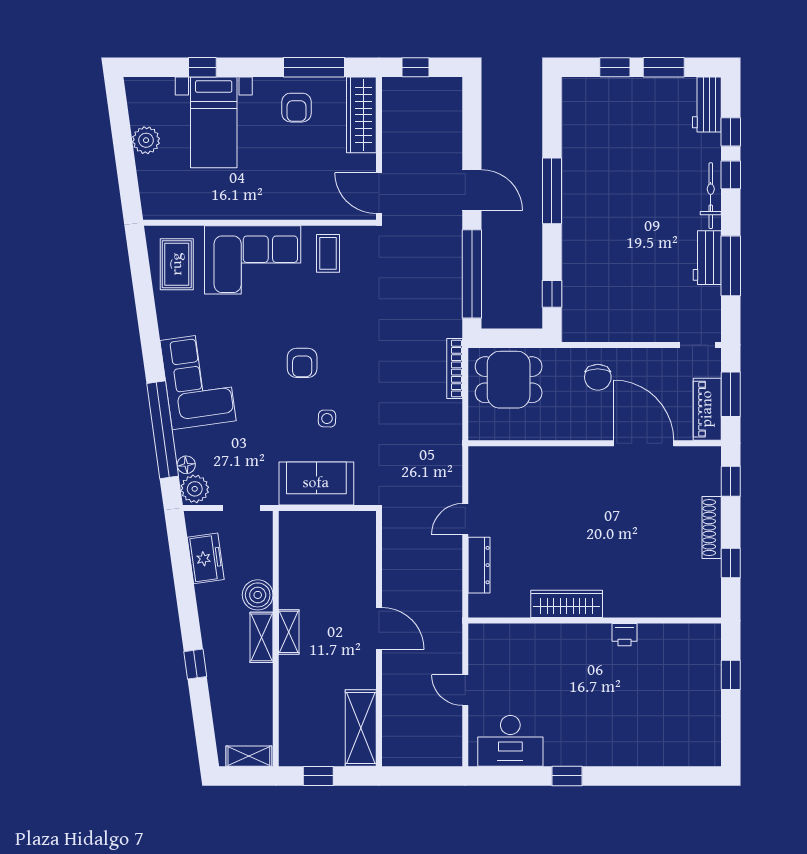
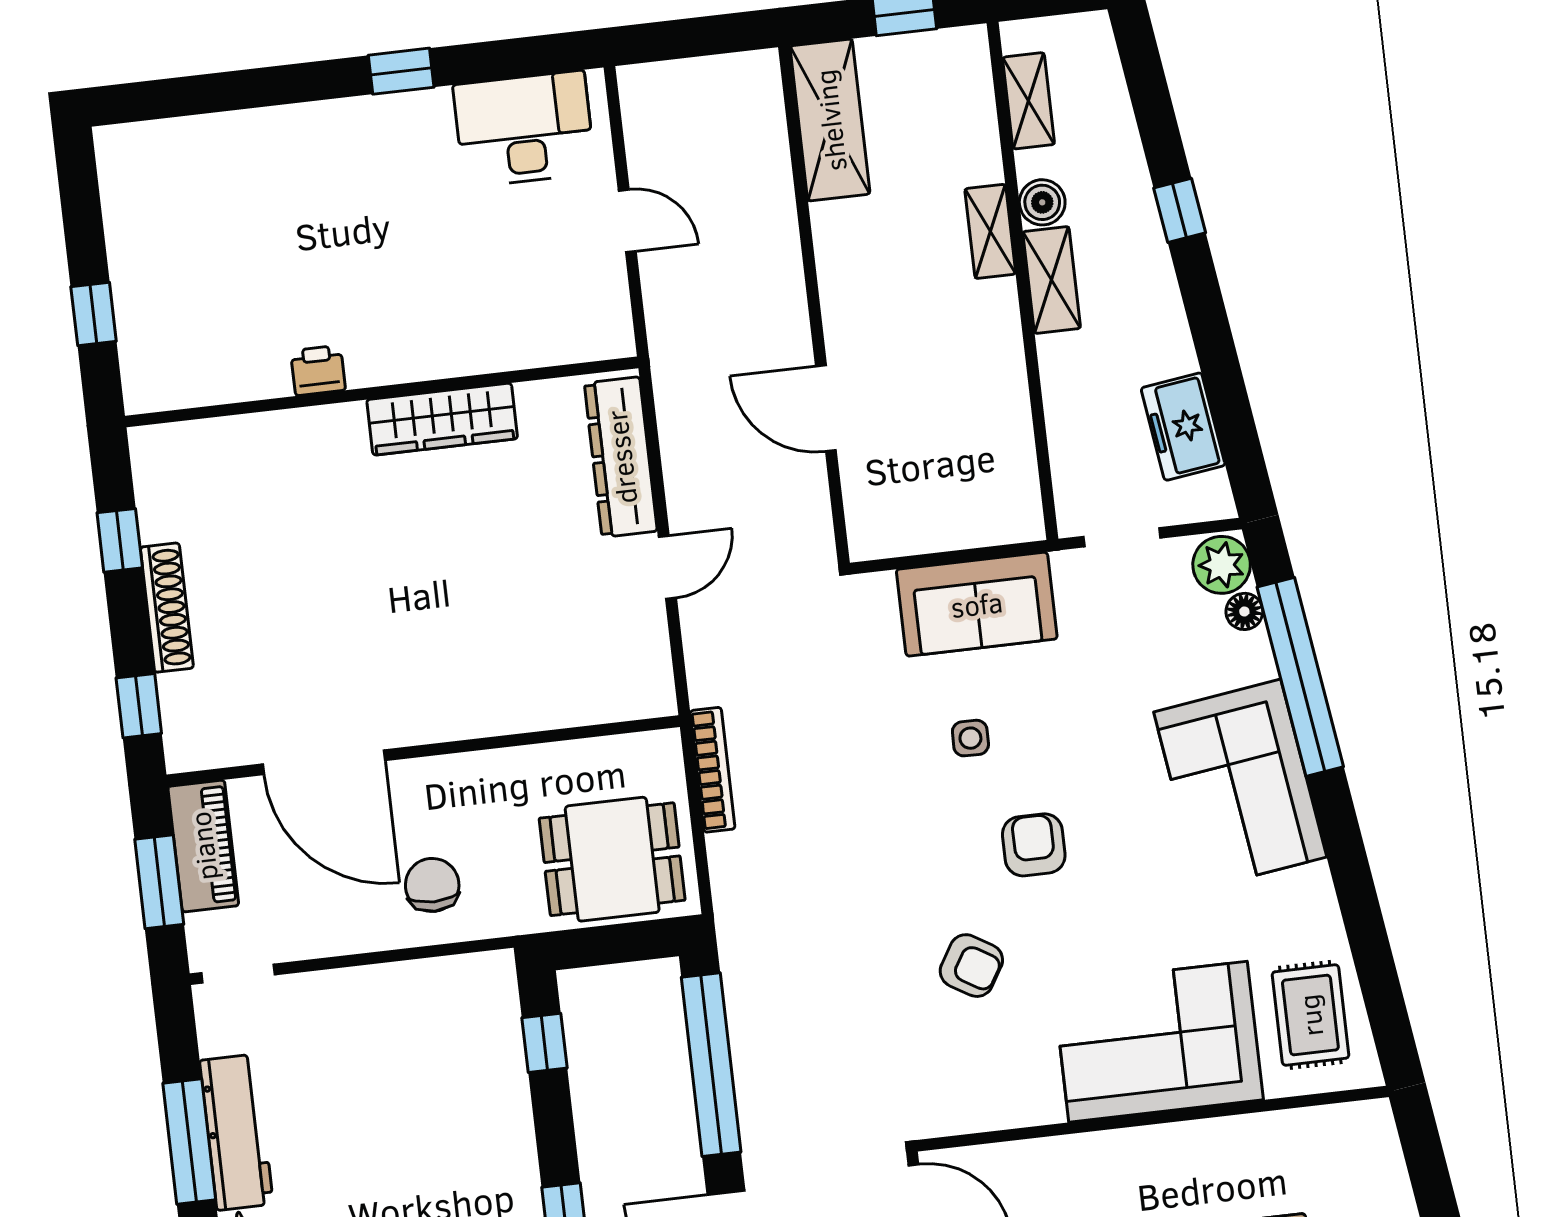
coffee table: (328, 253) -> (1007, 1072), removed
workbench: (707, 258) -> (236, 1132), width x1.38
armchair: (339, 308) -> (971, 966), added
bookcase: (455, 369) -> (713, 770), moved
dresser: (479, 565) -> (621, 457), width x1.37, depth x1.24
boiler: (258, 595) -> (1042, 202), moved, width x0.73, depth x0.73
door: (379, 628) -> (826, 408), moved
shelving: (289, 632) -> (990, 231), moved
shelving: (249, 756) -> (1029, 101), moved, turned 90

